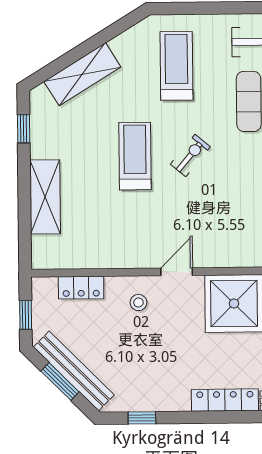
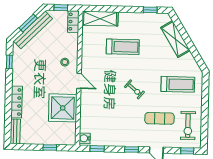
treadmill: (135, 156) -> (123, 47), moved
shelving: (45, 197) -> (100, 19), moved
locker: (81, 288) -> (73, 22), moved

